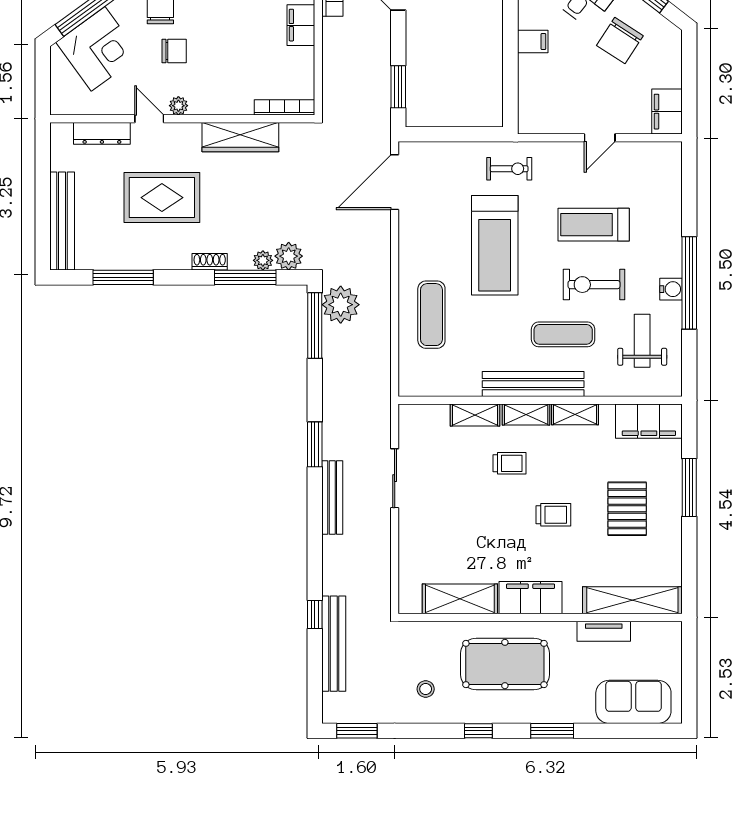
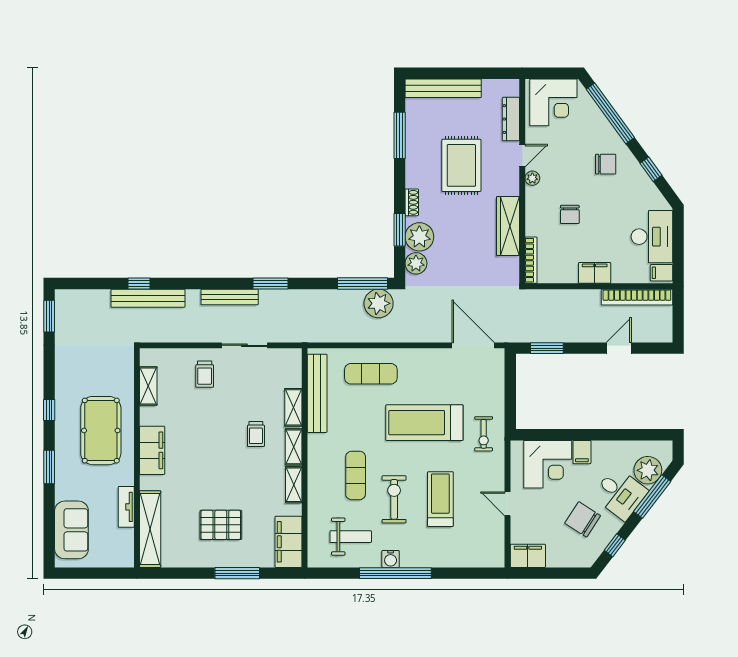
corner desk: (98, 49) -> (553, 102), moved, turned -54
chair: (174, 51) -> (570, 214), moved
corner desk: (548, 86) -> (548, 464), added
plant: (263, 260) -> (419, 237), width x1.88, depth x1.88
window: (245, 277) -> (400, 230), width x0.69
bench: (533, 384) -> (317, 393), moved
trolley: (553, 515) -> (205, 374), moved
shelving: (460, 599) -> (148, 386), width x0.67, depth x0.75
bench: (334, 644) -> (148, 298), moved
stool: (426, 689) -> (81, 369), removed

